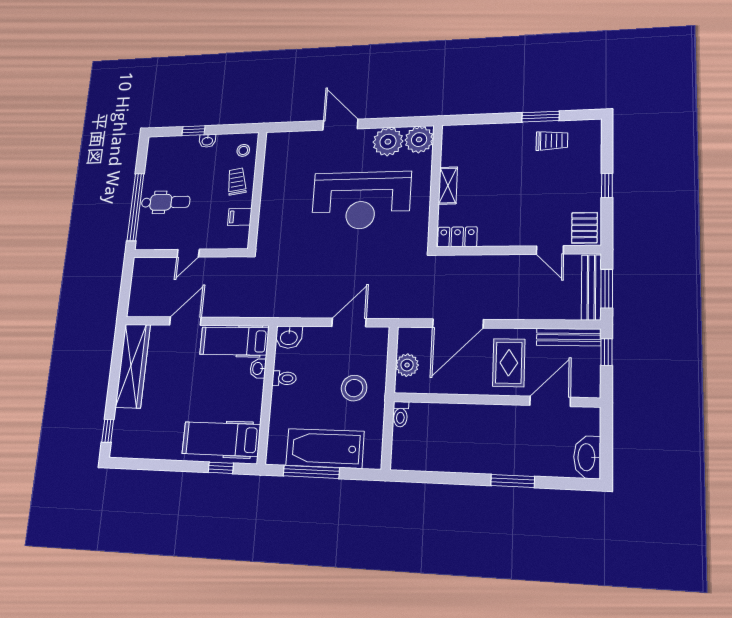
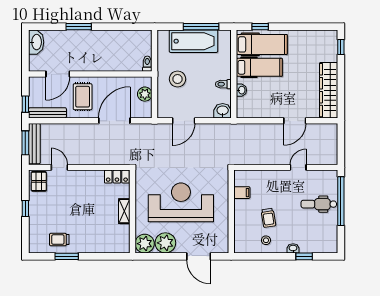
wall: (257, 190) -> (231, 212), moved
filing cabinet: (240, 217) -> (242, 193), moved
hospital bed: (234, 341) -> (259, 67), moved

